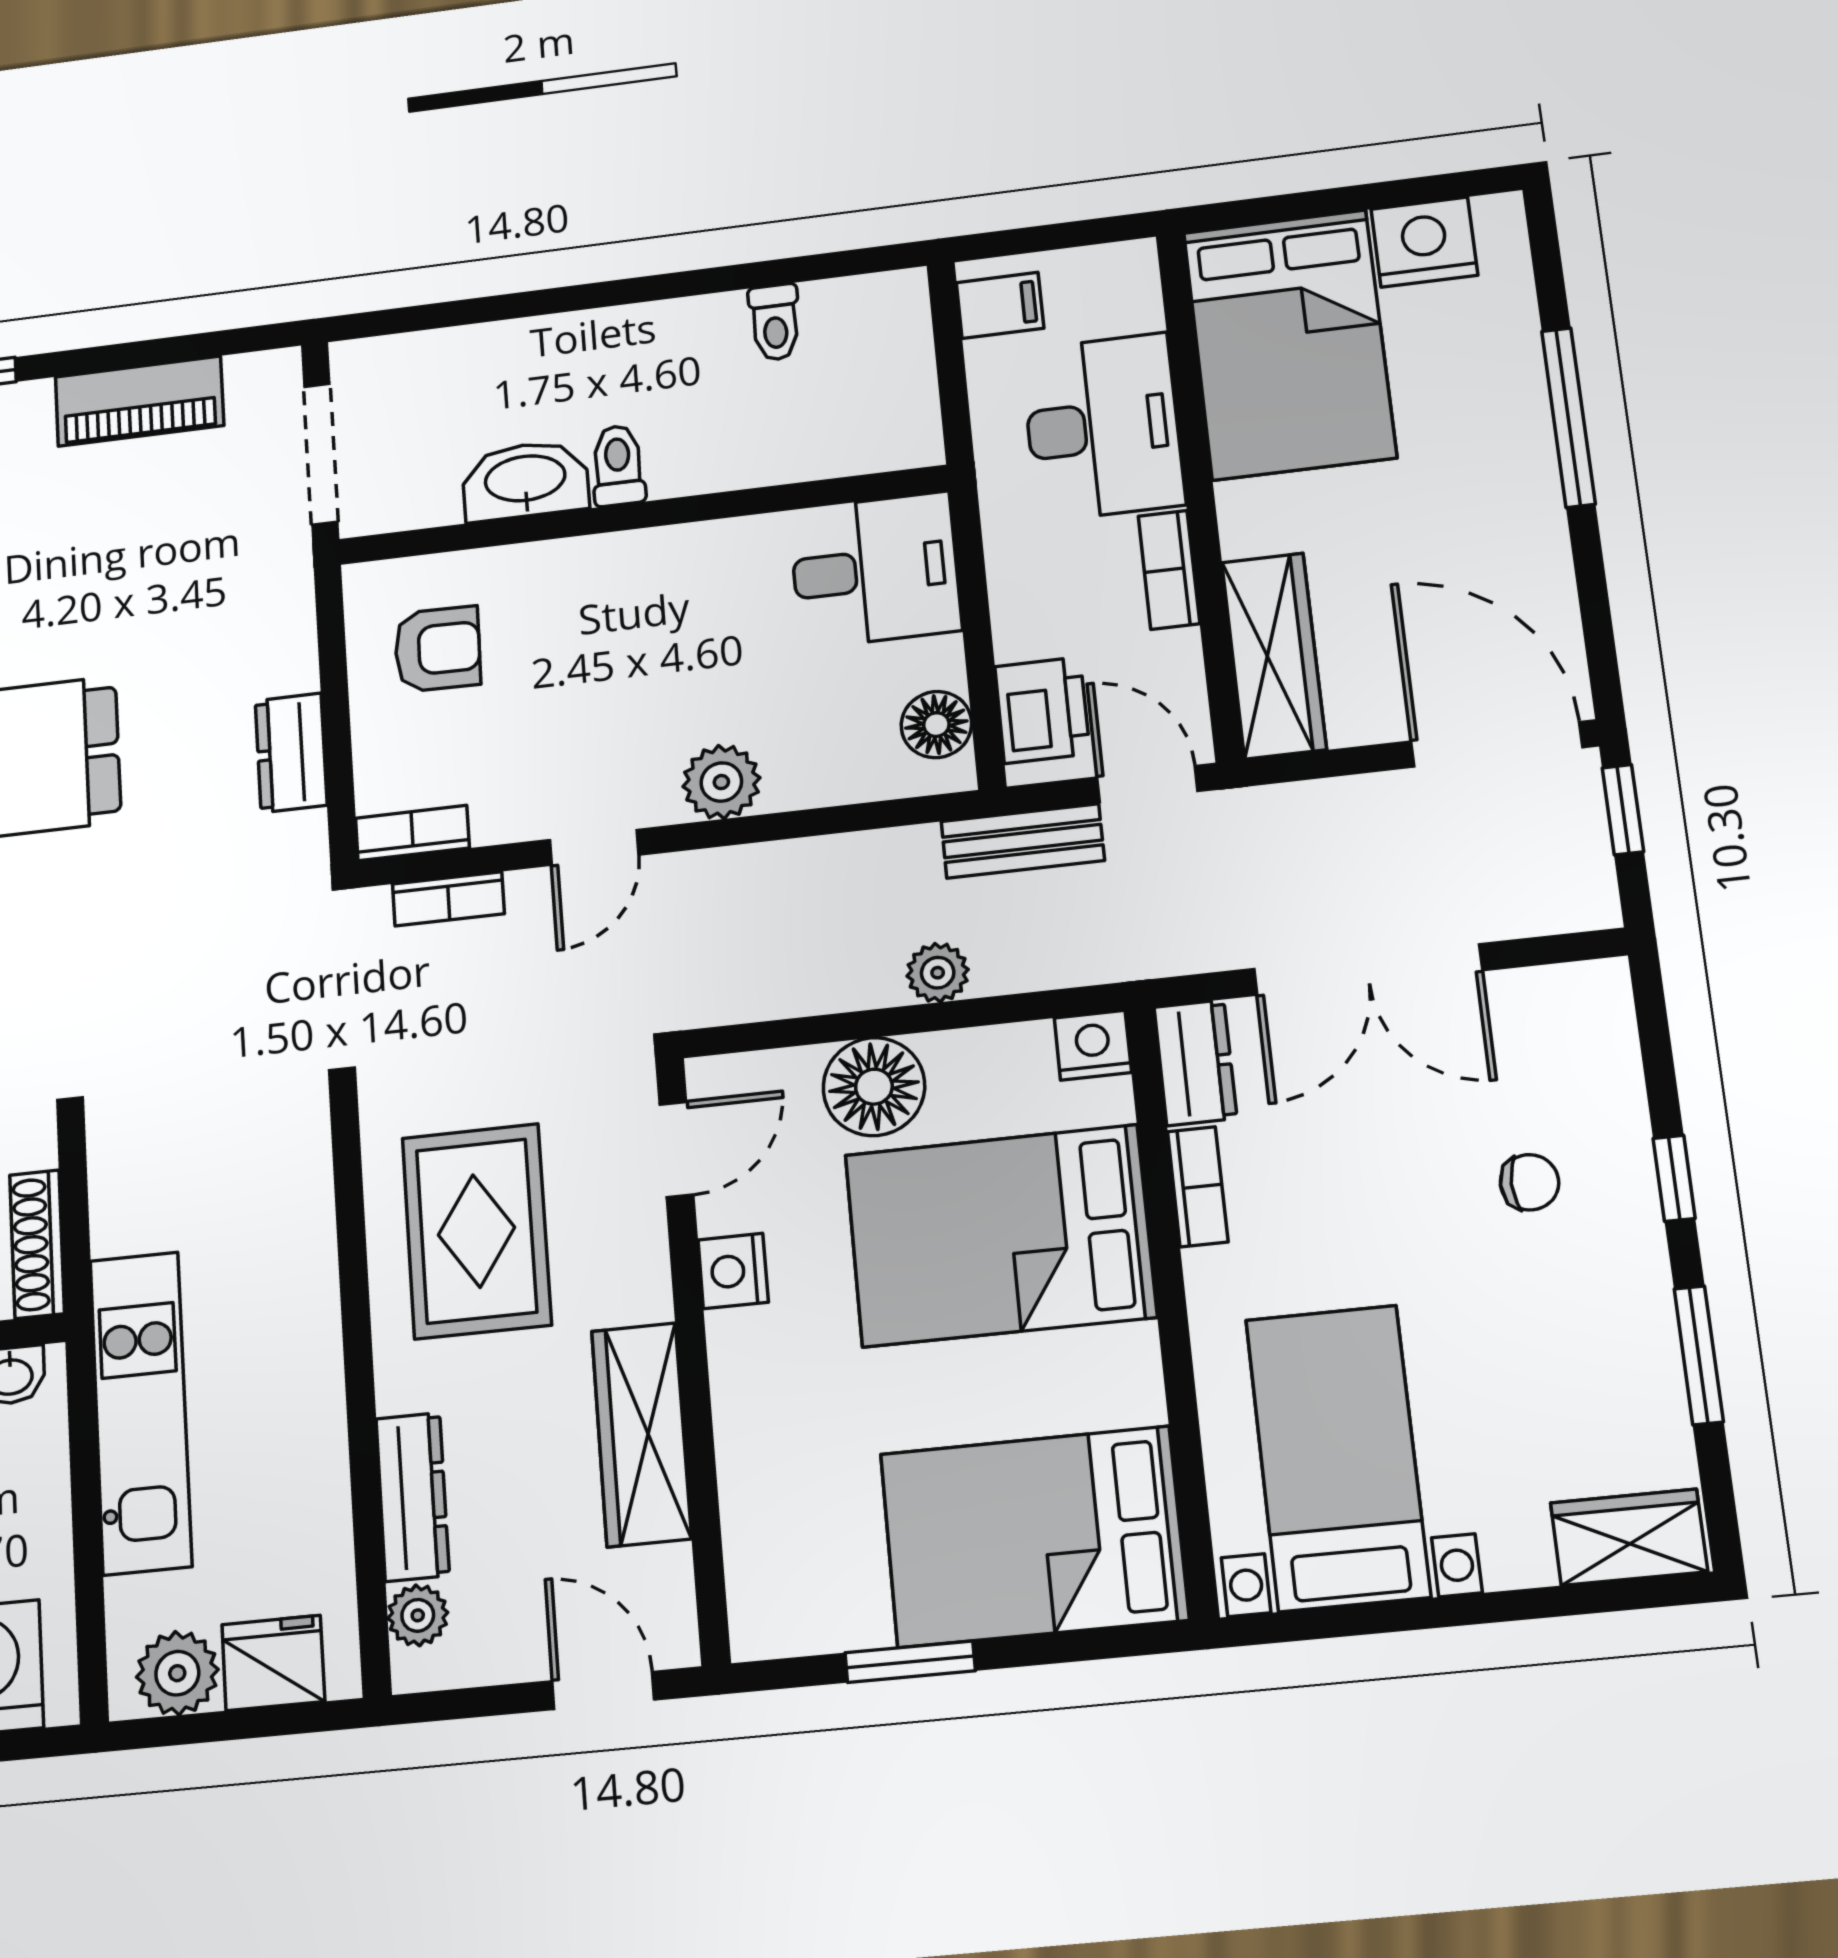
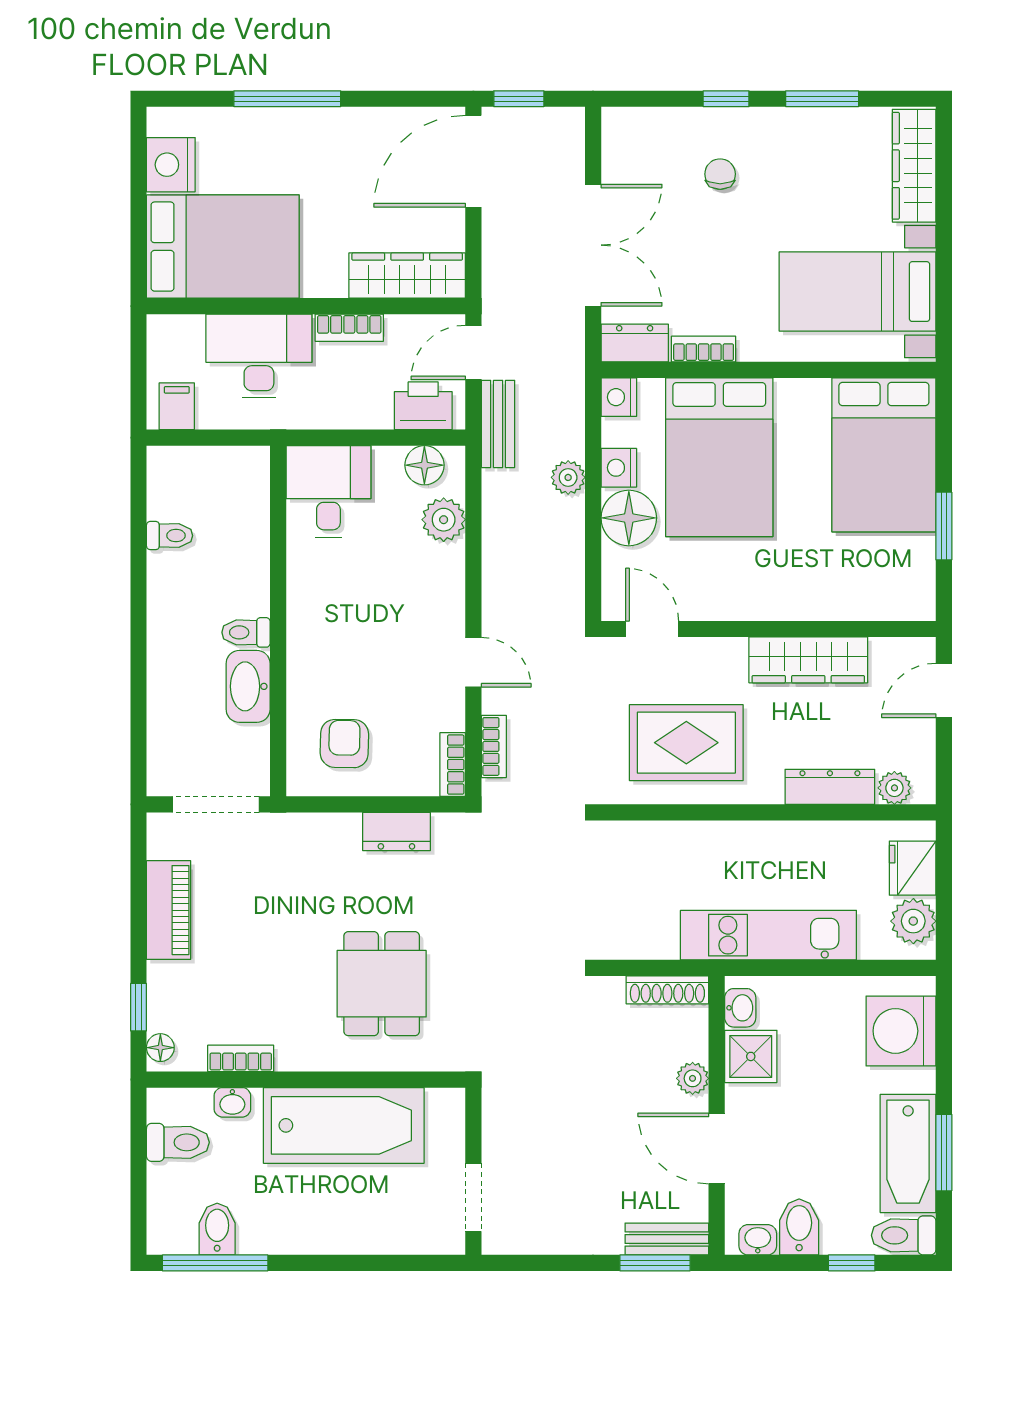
plant: (721, 782) -> (444, 520), moved
nightstand: (733, 1271) -> (619, 468), moved, turned 90
wardrobe: (1629, 1537) -> (914, 166), width x1.50

